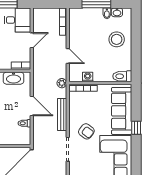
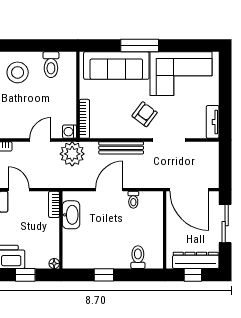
toilet: (122, 76) -> (51, 65), moved
washing machine: (88, 77) -> (70, 132), moved
plant: (62, 83) -> (72, 154), width x1.88, depth x1.88
window: (136, 128) -> (140, 45), width x2.17

